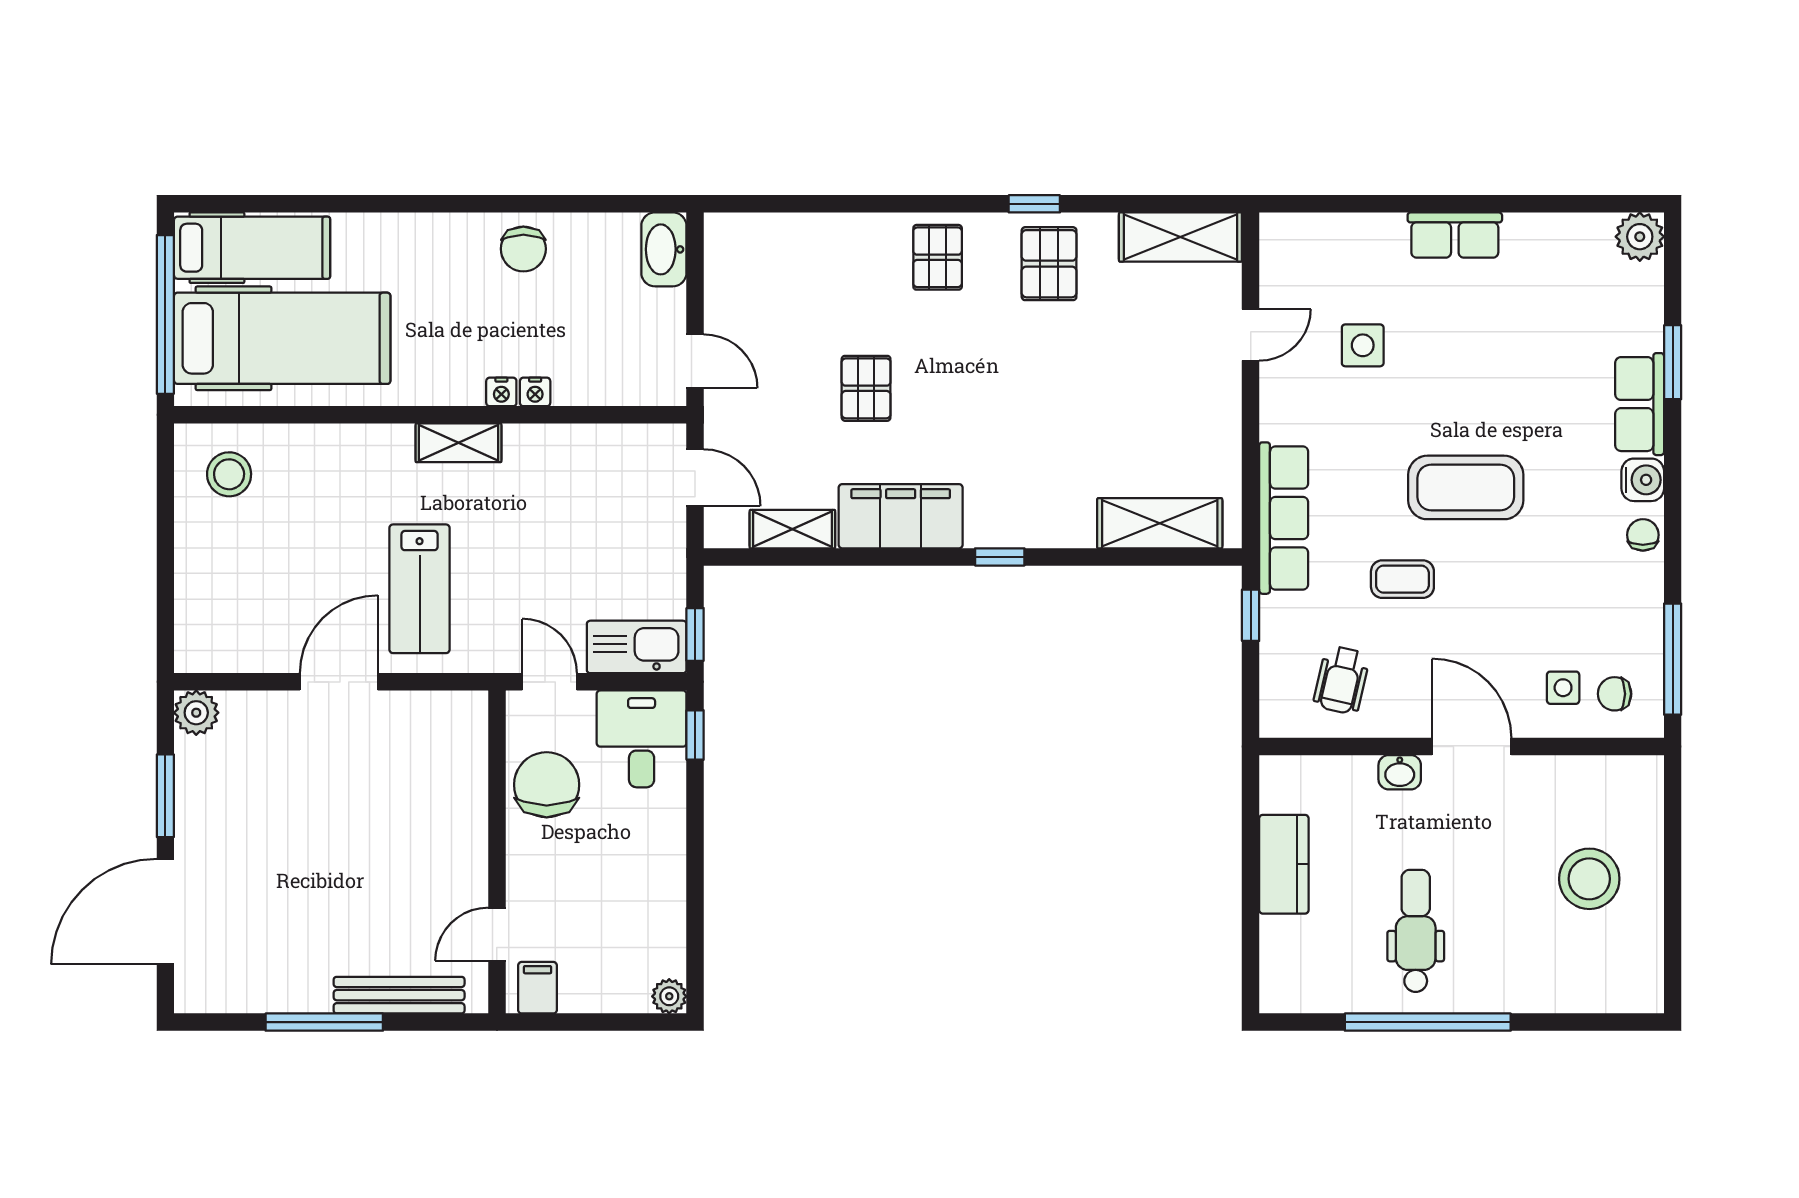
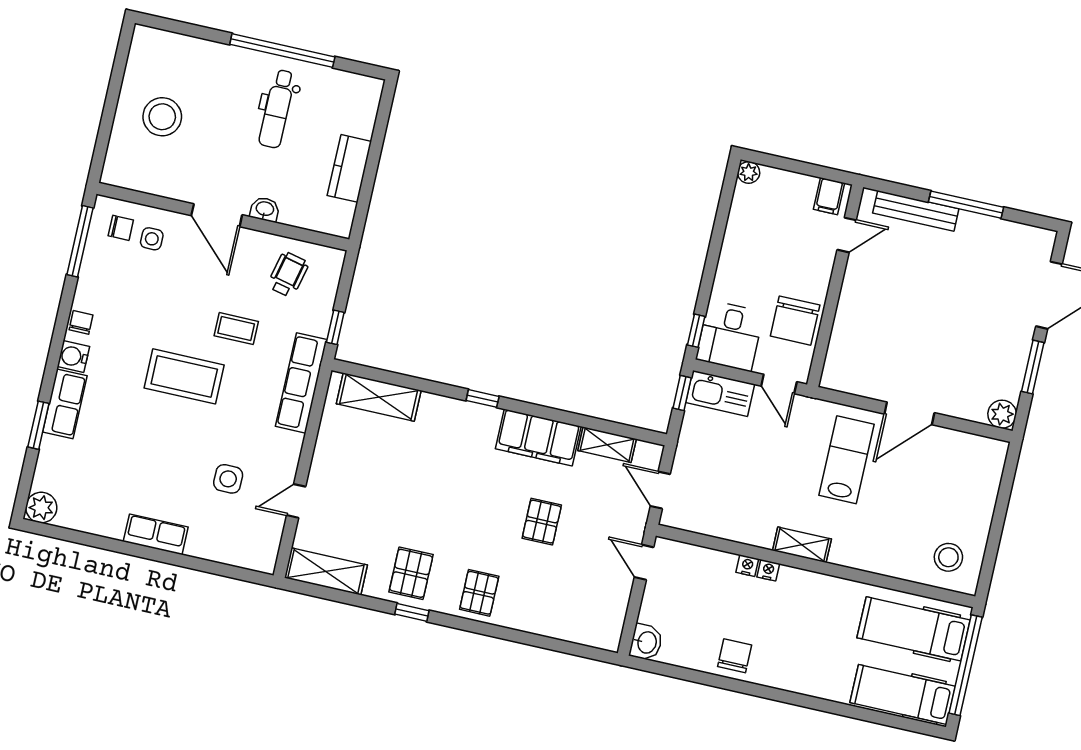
washbasin: (664, 249) -> (646, 642), width x0.72
hospital bed: (282, 338) -> (914, 629), width x0.73, depth x0.78
chair: (1643, 535) -> (81, 322), turned 180

